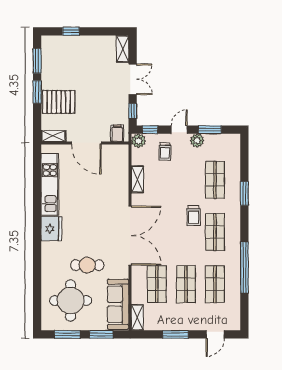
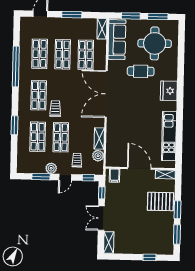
plant: (139, 141) -> (98, 156), moved
shop shelf: (186, 180) -> (61, 137), added
fridge: (51, 229) -> (169, 91), moved

